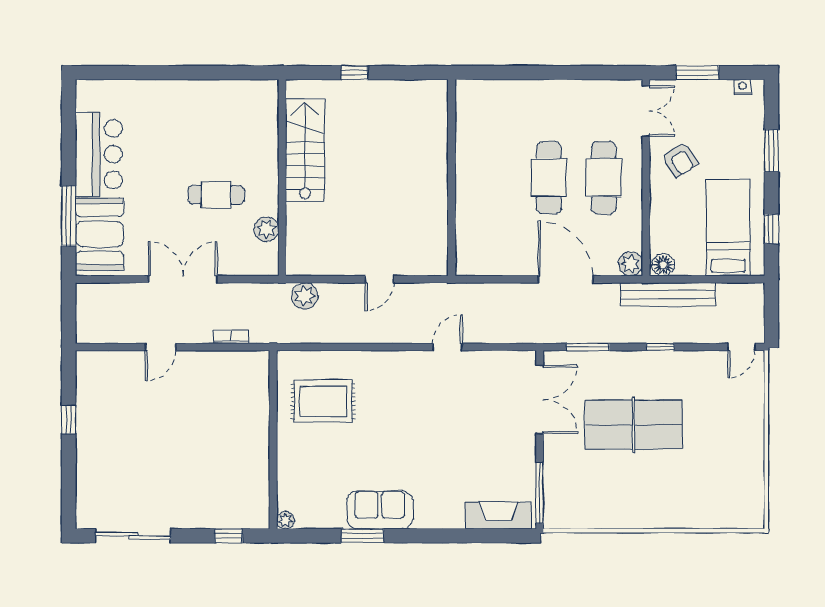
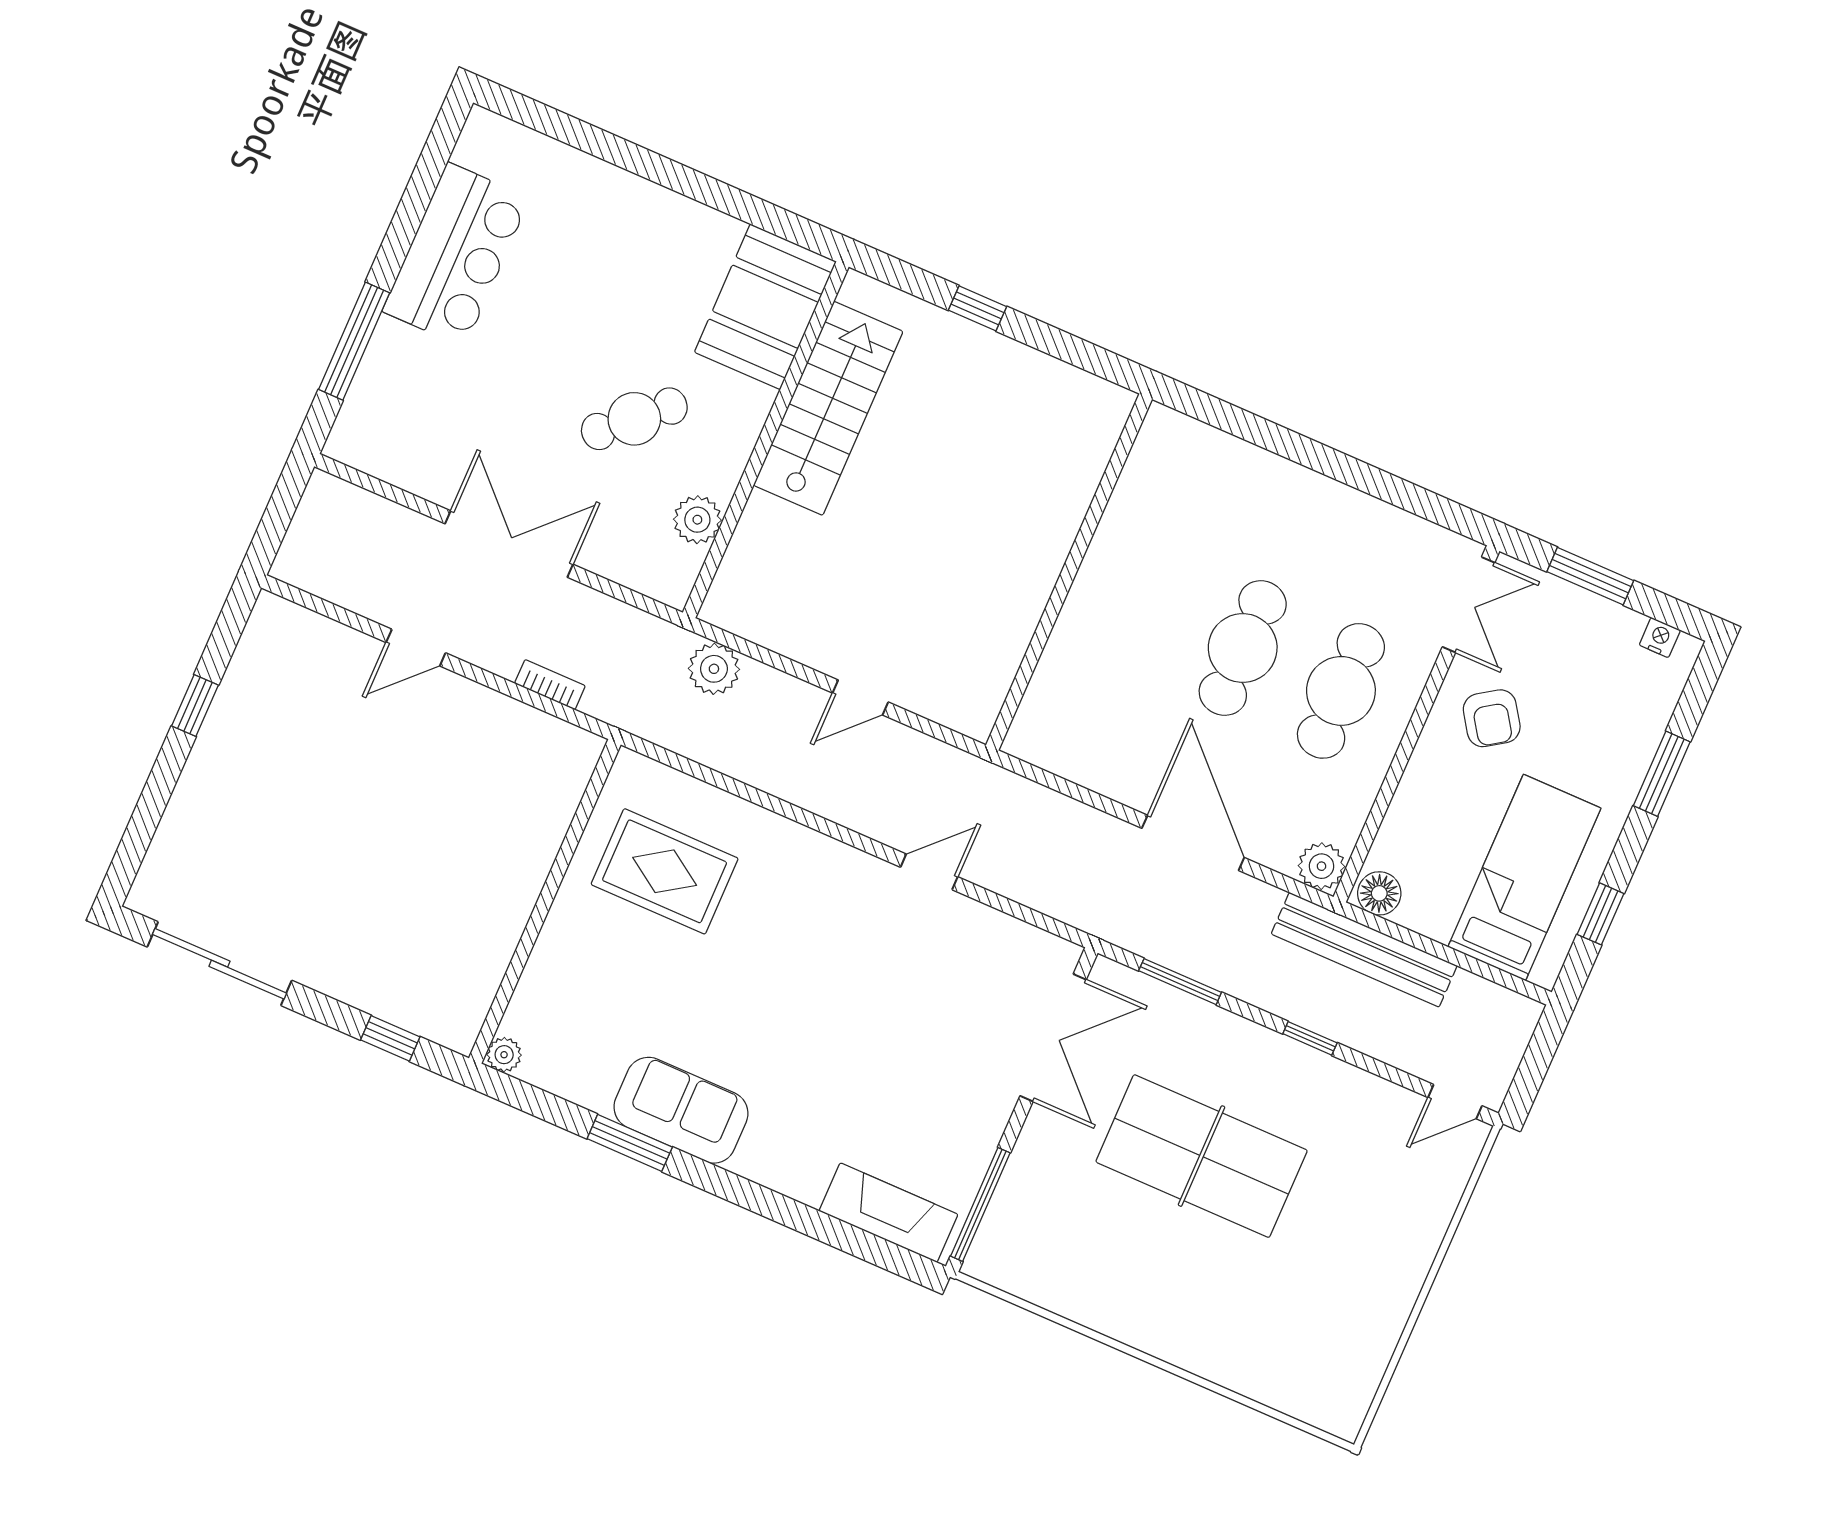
cafe table: (216, 195) -> (634, 419), turned -43
booth: (100, 234) -> (765, 307), moved

